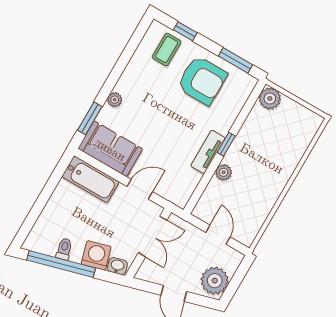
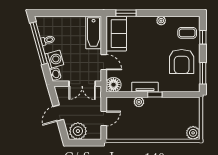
plant: (270, 99) -> (193, 133), moved
plant: (115, 100) -> (161, 21), moved
floor lamp: (179, 194) -> (113, 85), added

